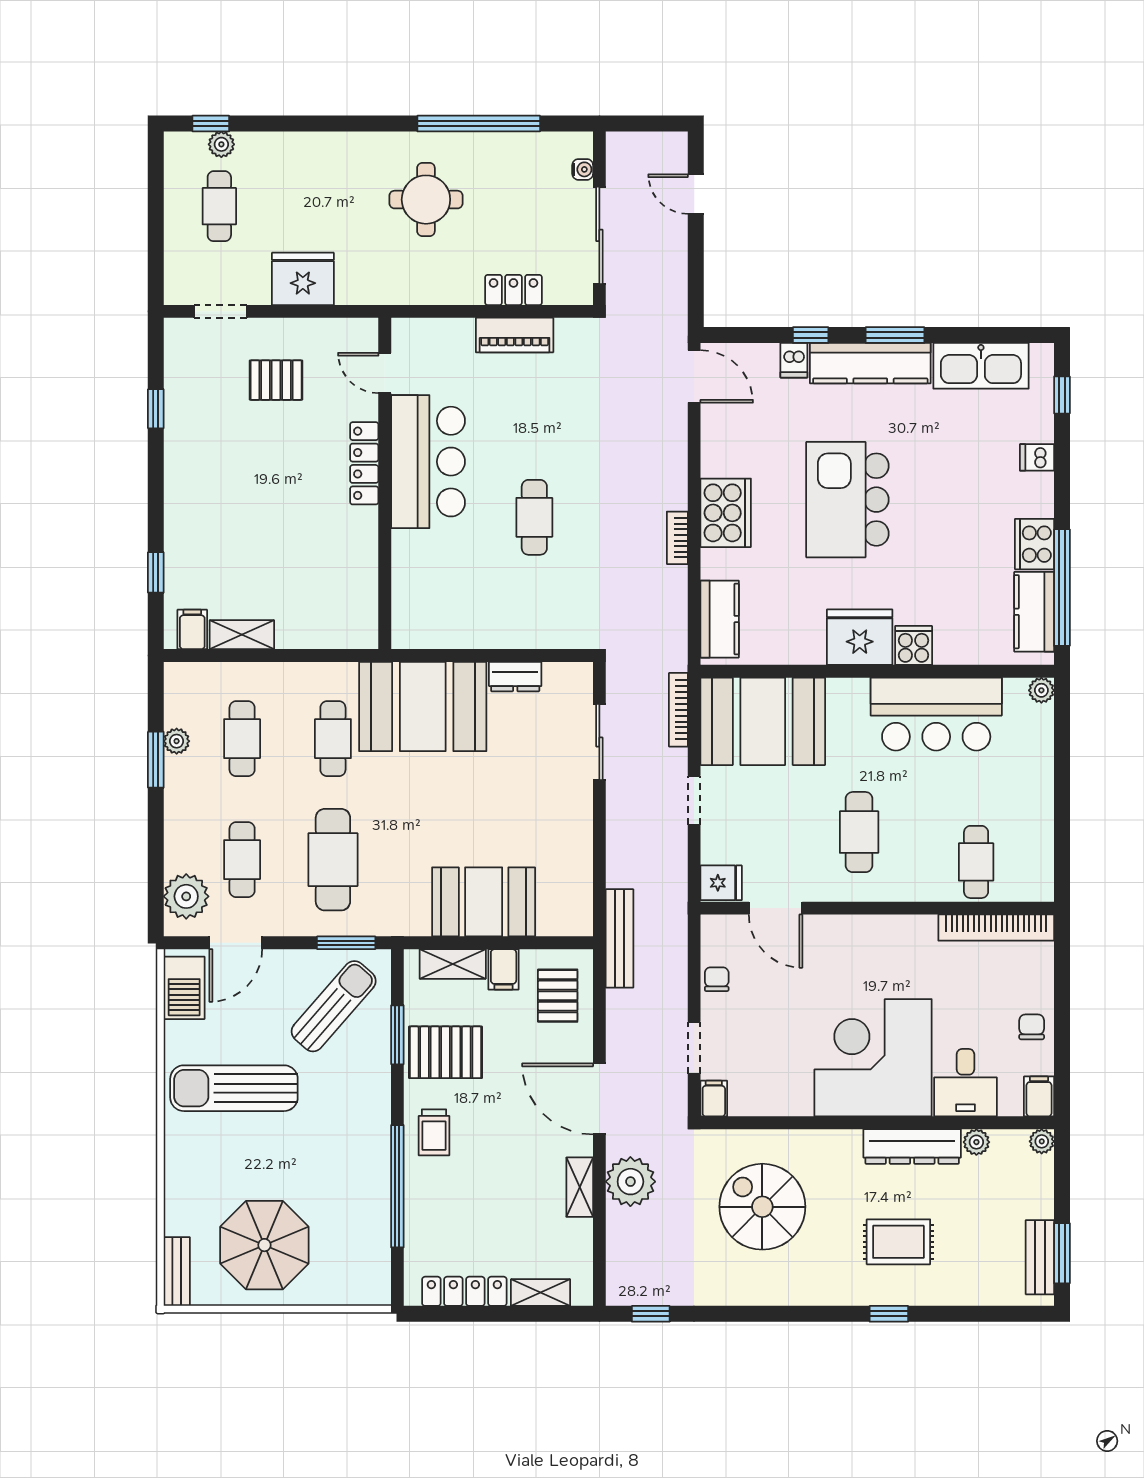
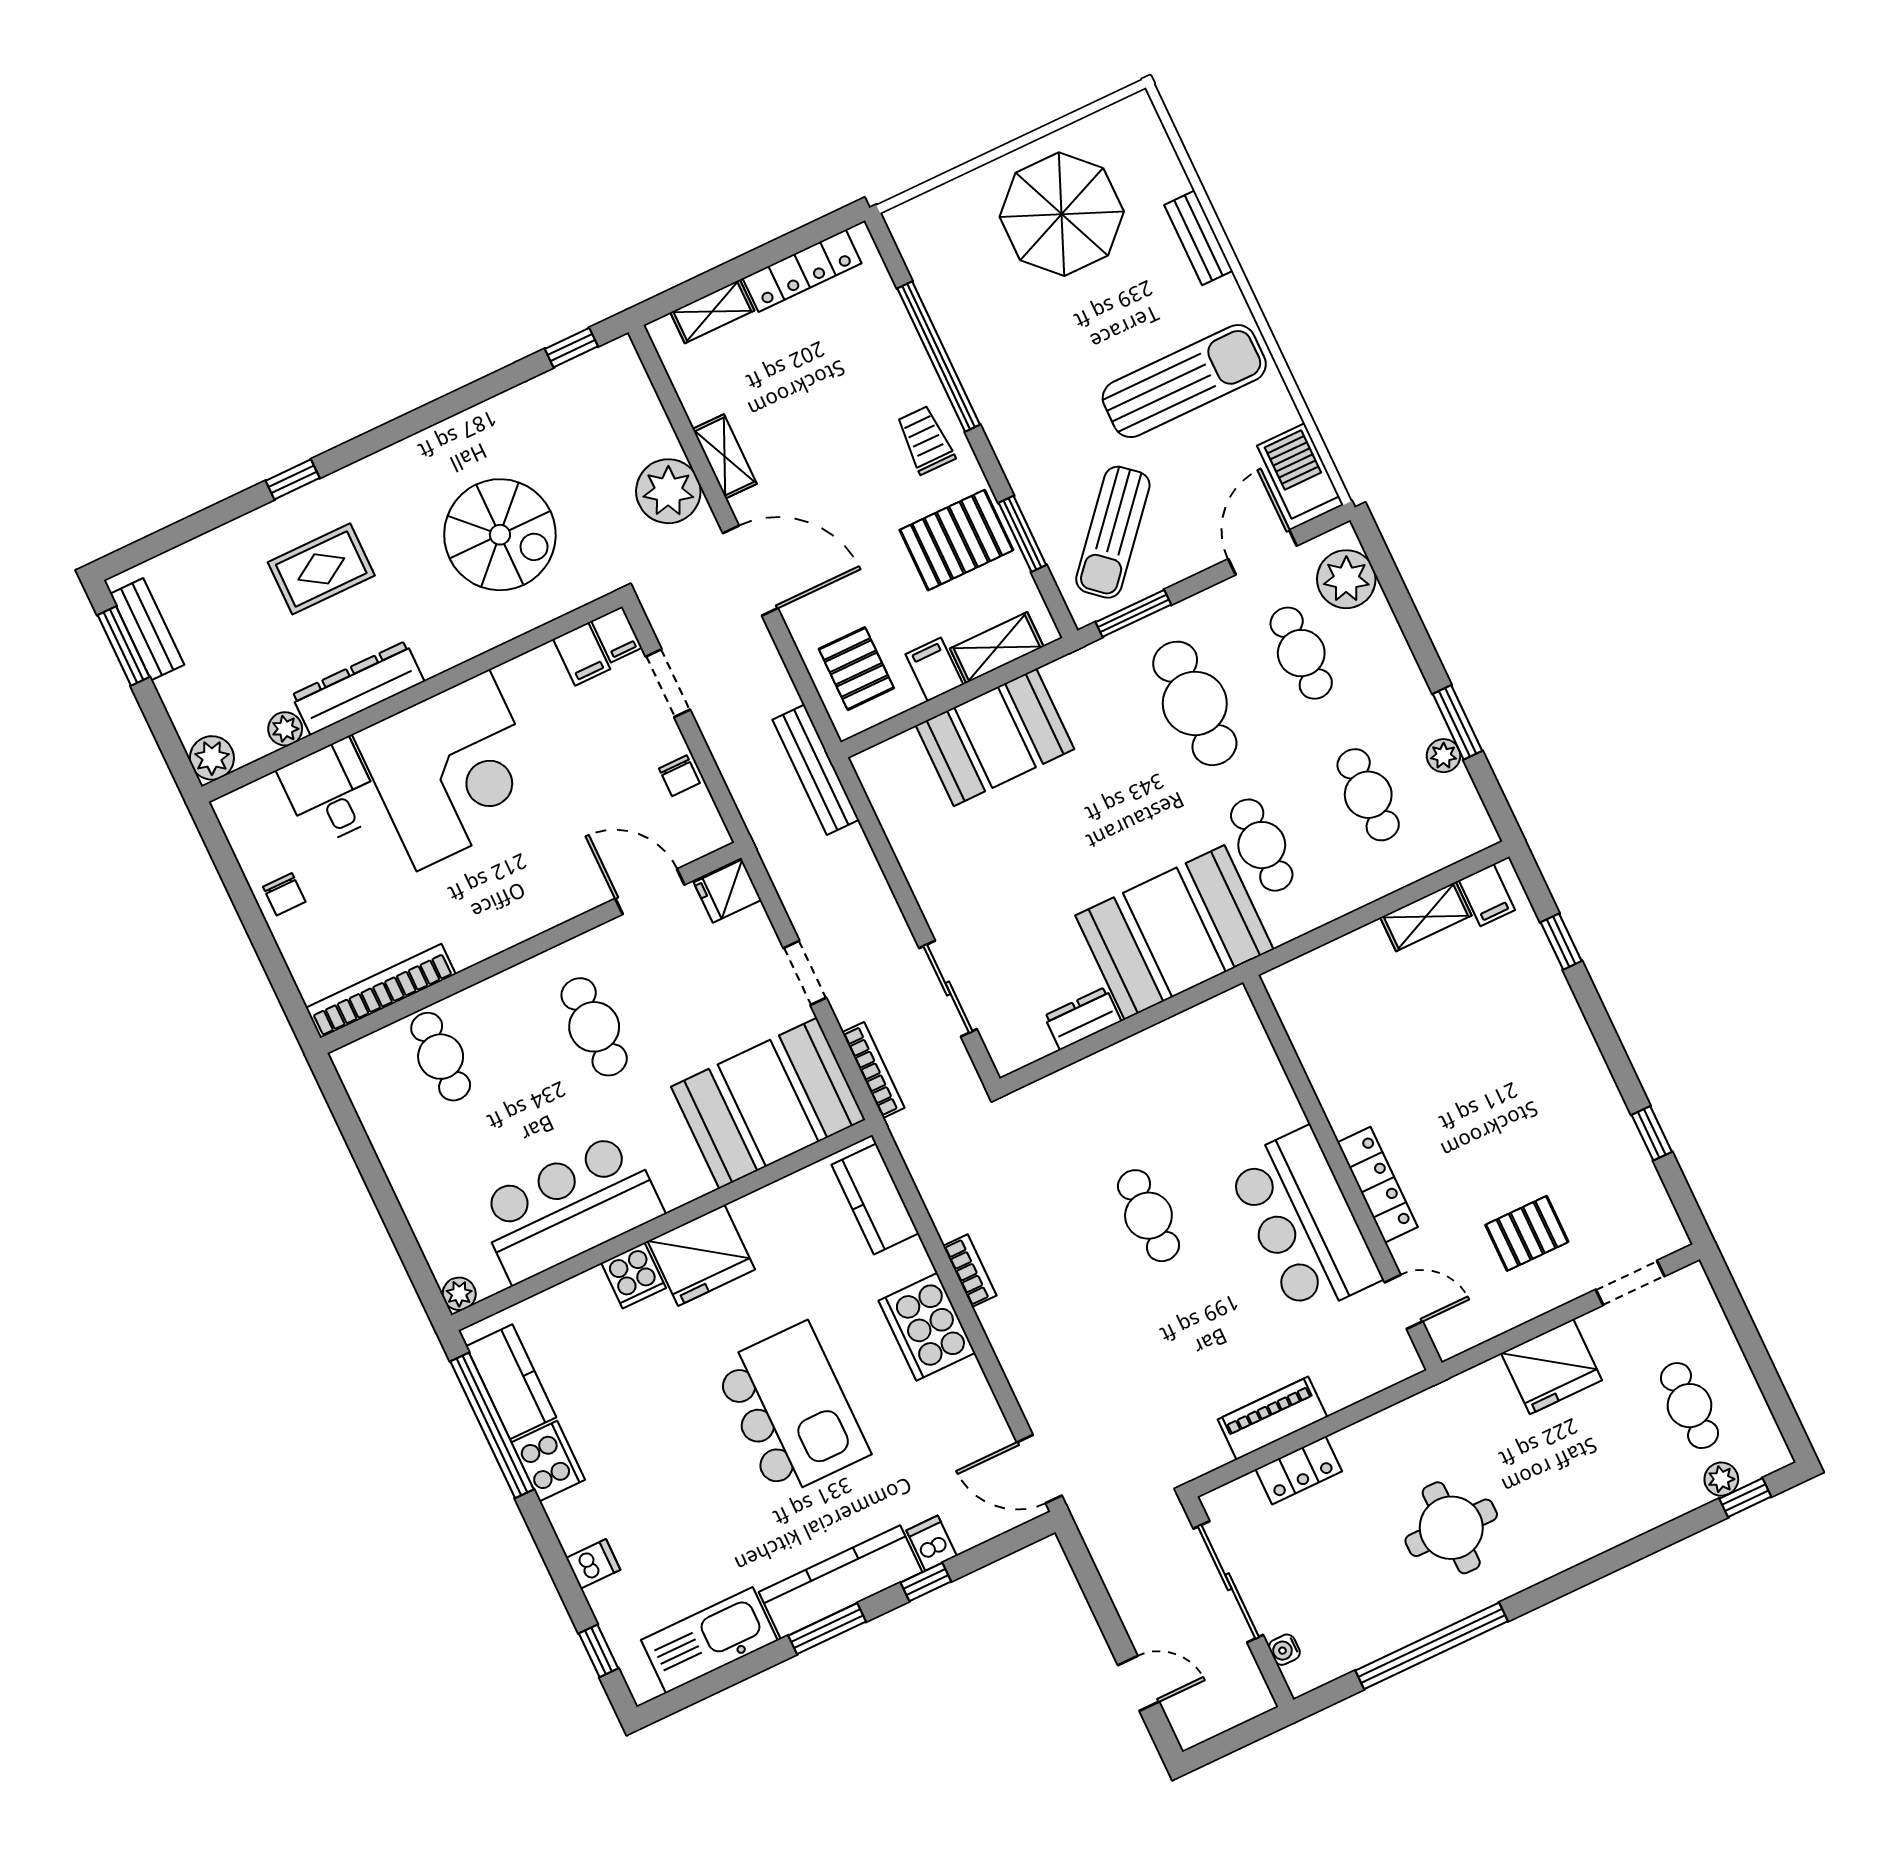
filing cabinet: (1039, 1096) -> (582, 654), moved
plant: (1042, 1141) -> (212, 758), width x1.38, depth x1.38
bench: (177, 1272) -> (1198, 238), moved

